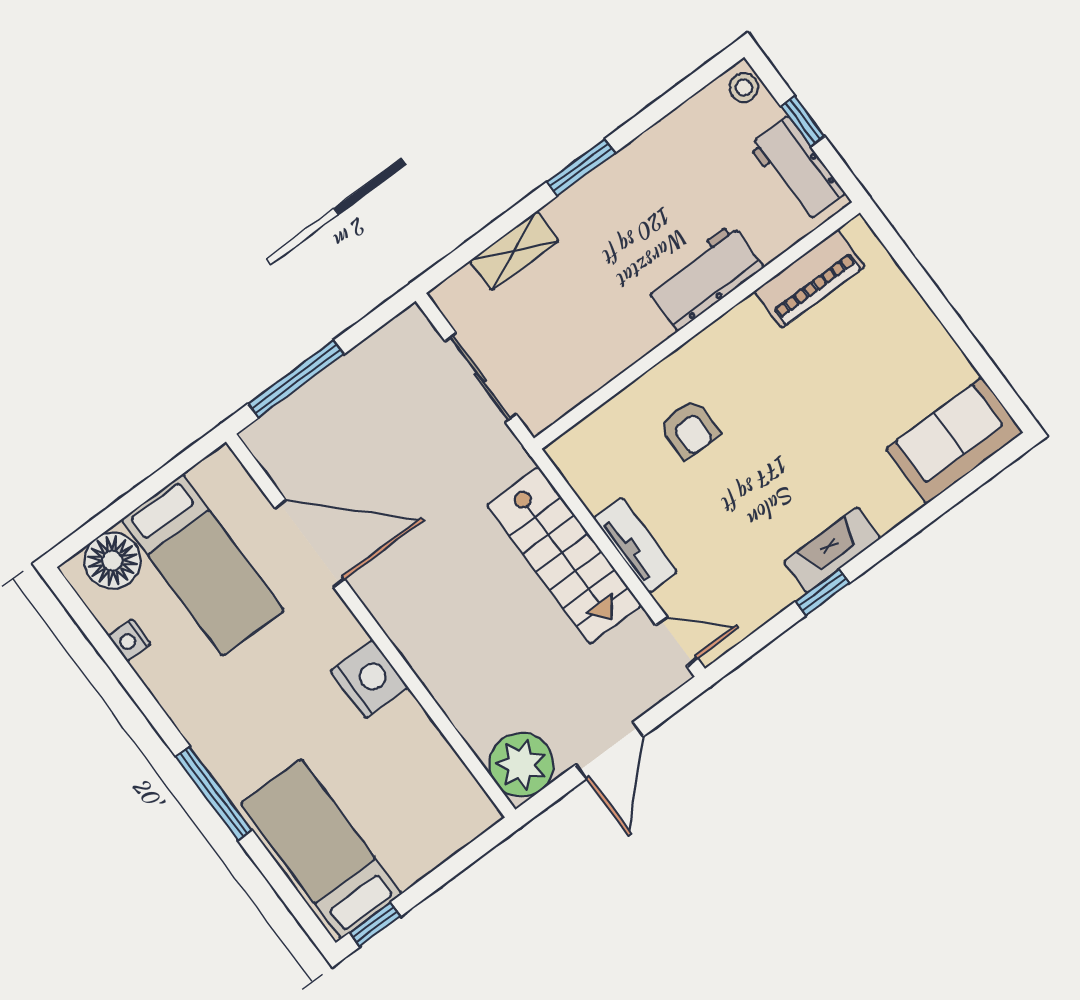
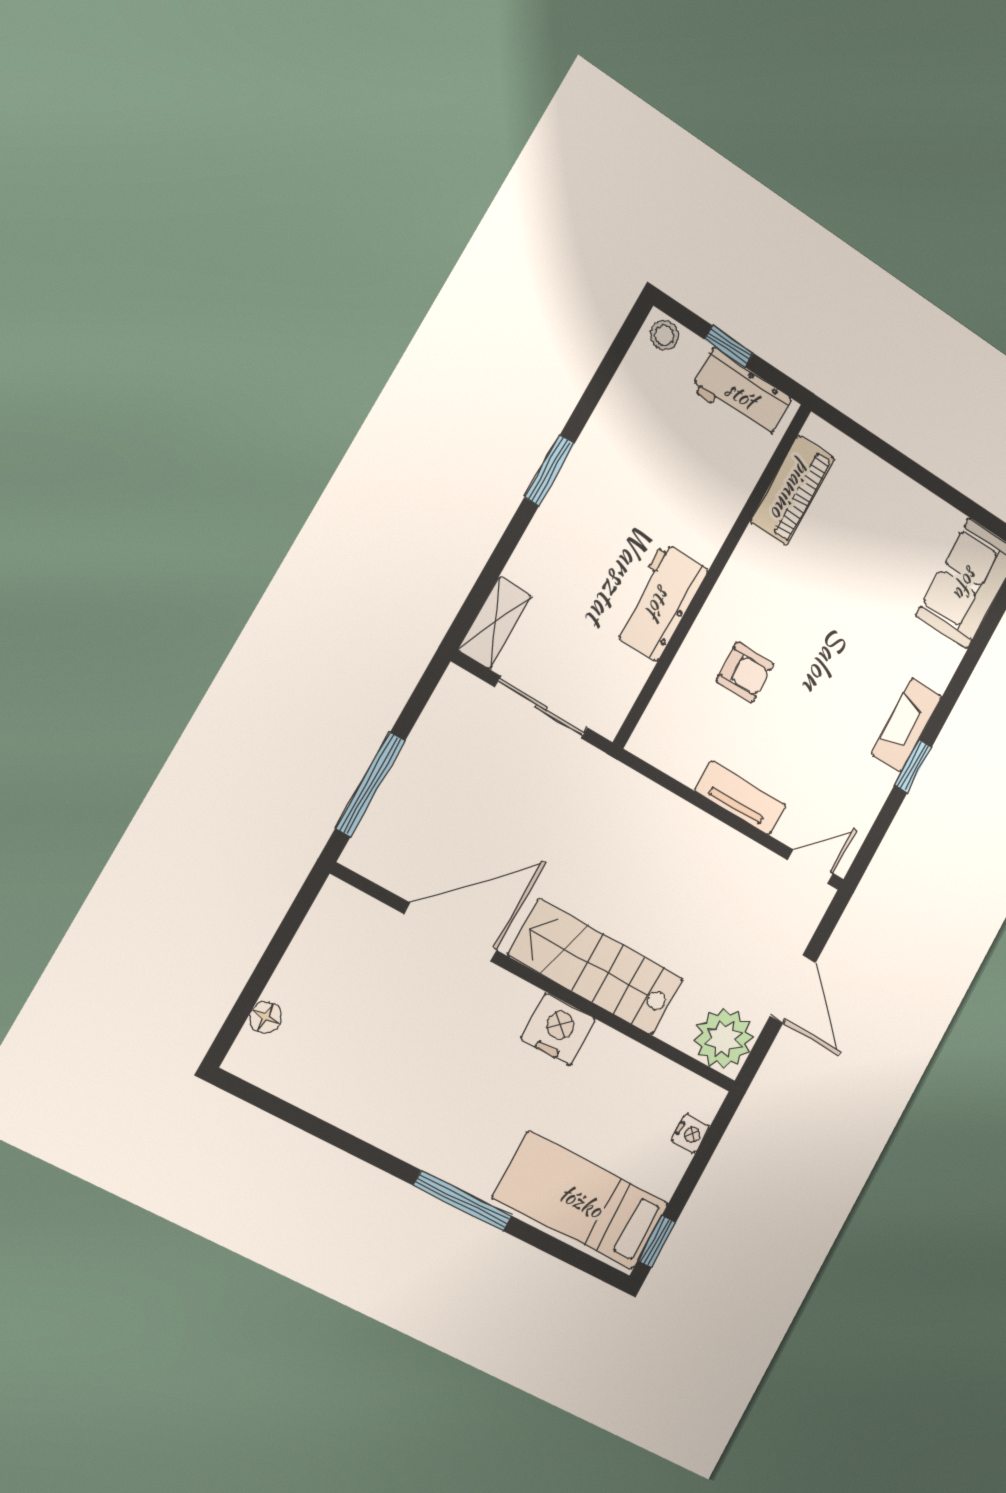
shelving: (514, 251) -> (495, 623), moved
workbench: (705, 277) -> (660, 602), moved
stairs: (564, 555) -> (596, 967), moved, turned 180
floor lamp: (112, 561) -> (266, 1017), width x0.53, depth x0.53
bed: (203, 565) -> (359, 999), removed
nightstand: (130, 640) -> (690, 1134), moved, turned -90

